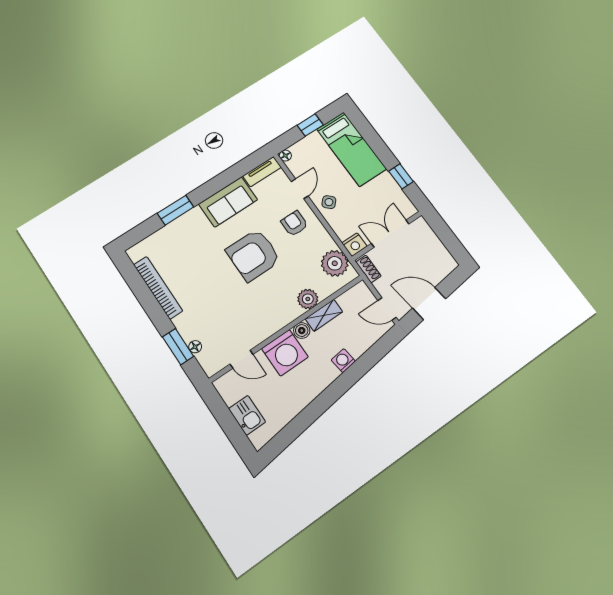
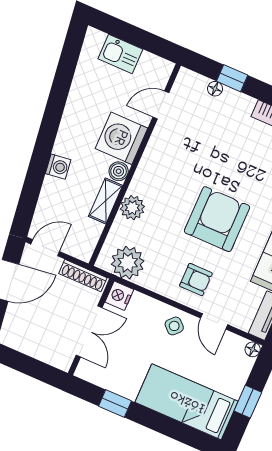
shoe rack: (368, 269) -> (83, 276), width x1.43
window: (178, 347) -> (232, 78), width x0.67

